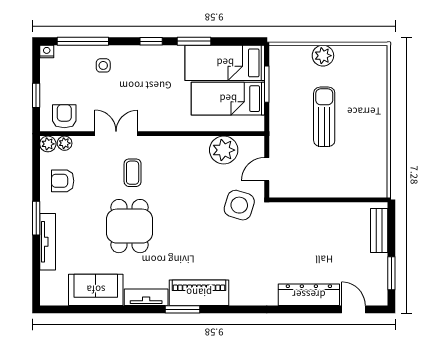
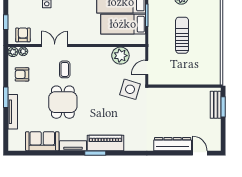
window: (391, 273) -> (223, 107), moved

